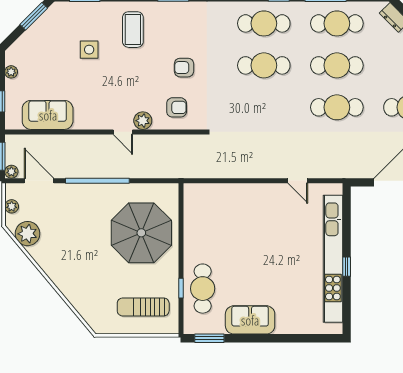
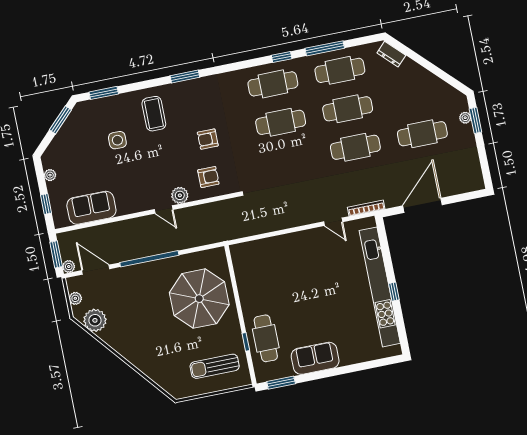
bookcase: (335, 173) -> (366, 208), added

